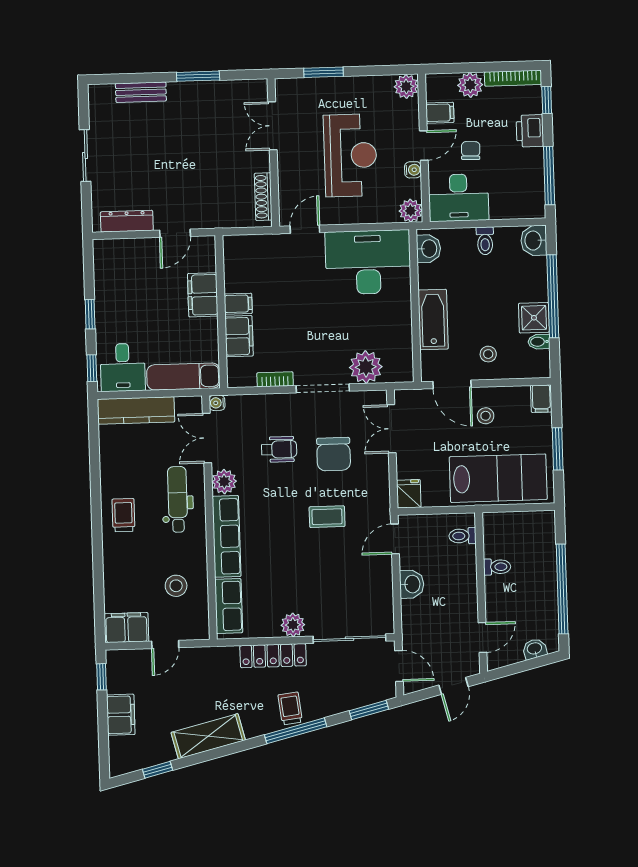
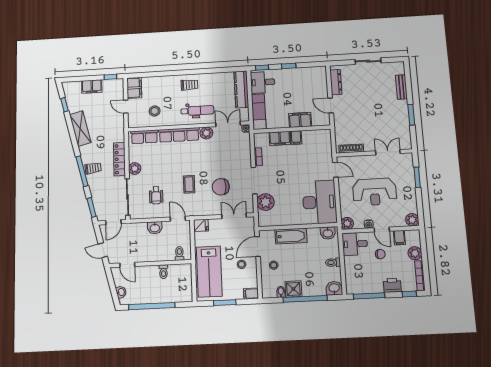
desk: (459, 198) -> (355, 244), width x0.73
wheelchair: (279, 449) -> (156, 195), moved

